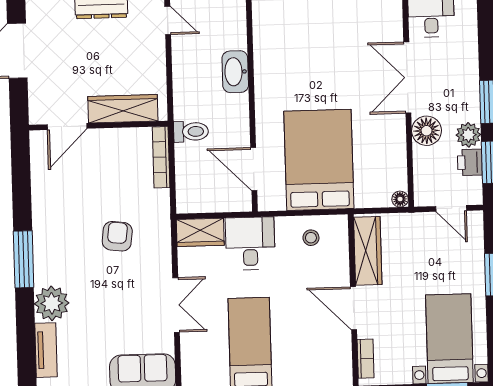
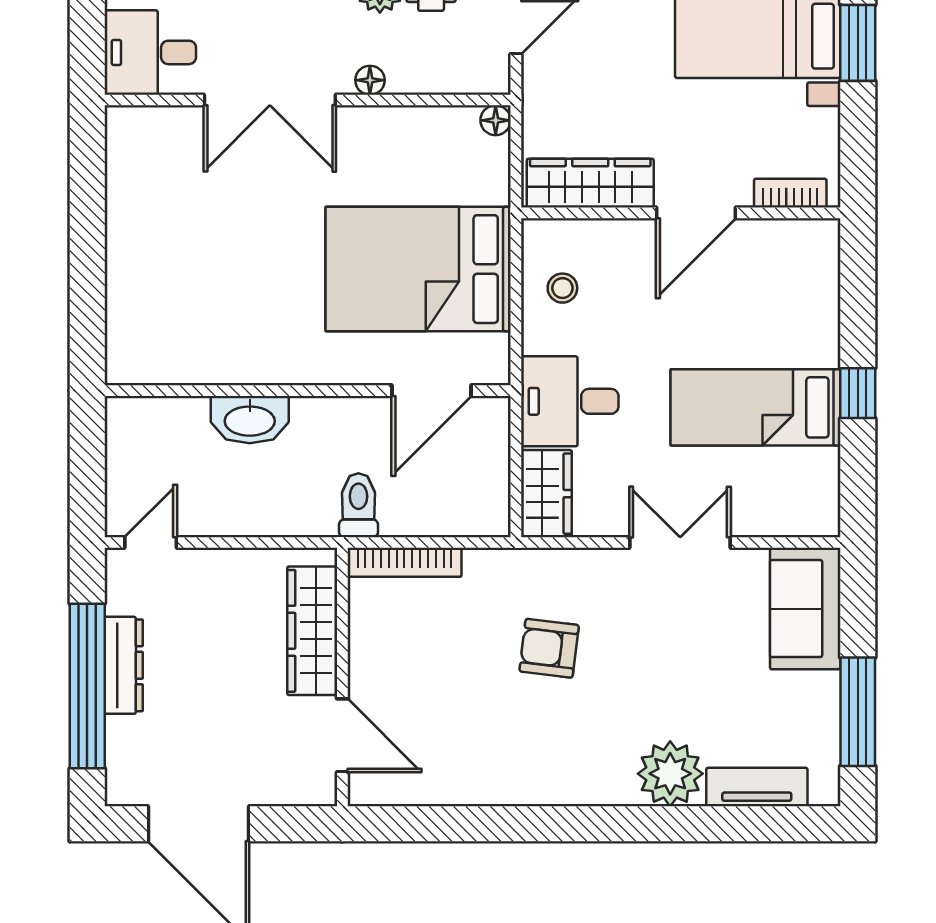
floor lamp: (427, 131) -> (370, 80), width x0.53, depth x0.53
window: (24, 259) -> (587, 824), removed

